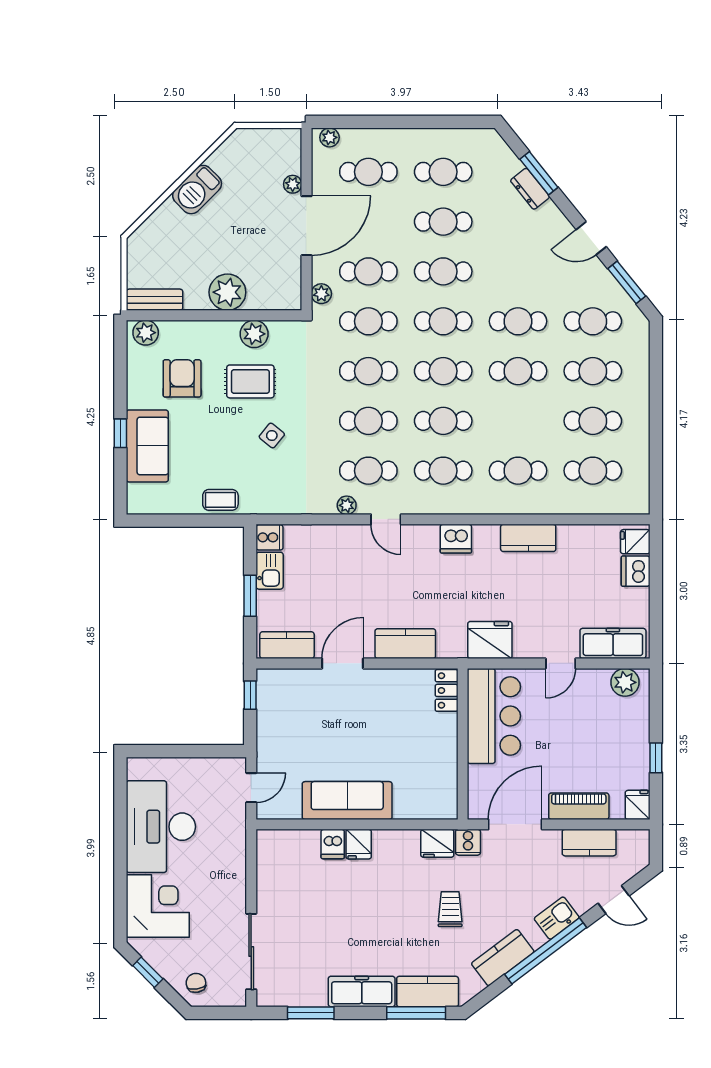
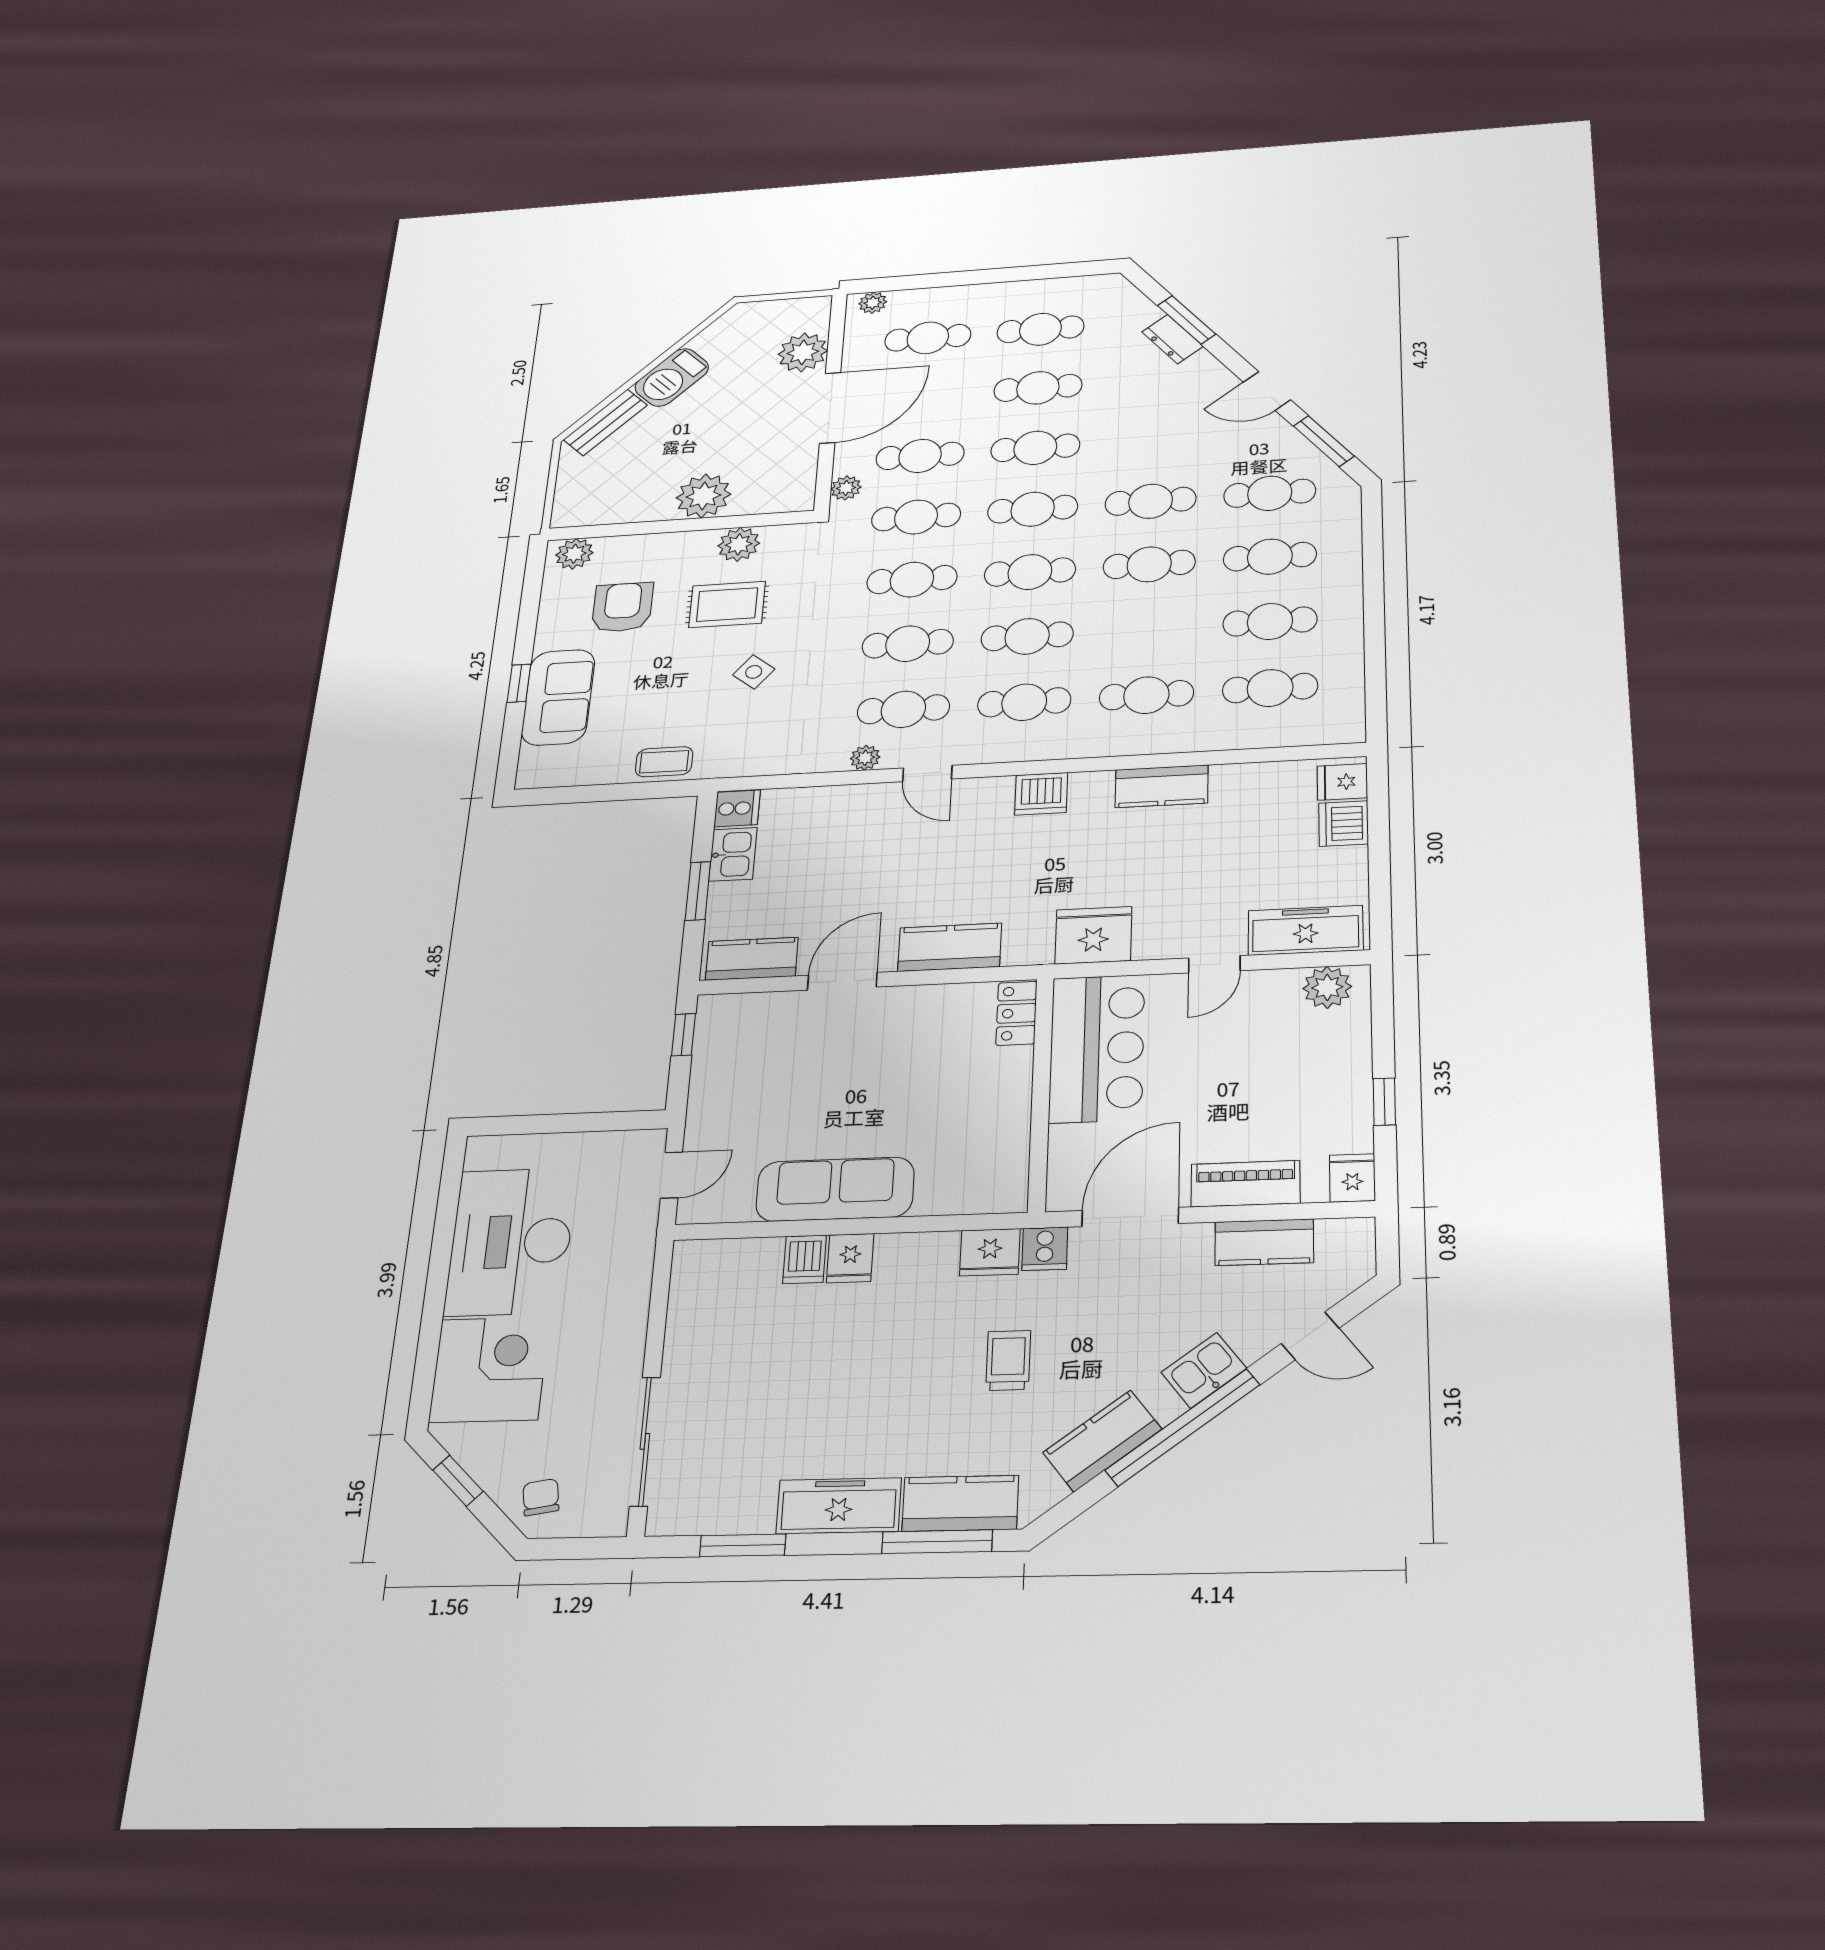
plant: (293, 184) -> (803, 352), width x1.88, depth x1.88
bench: (154, 300) -> (605, 422), moved, turned -45

